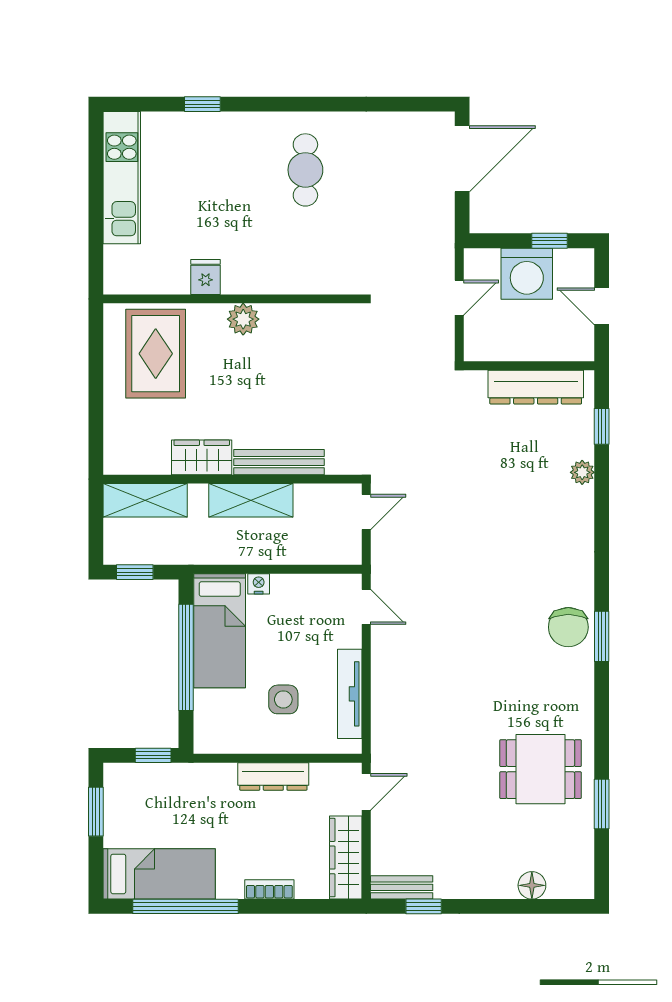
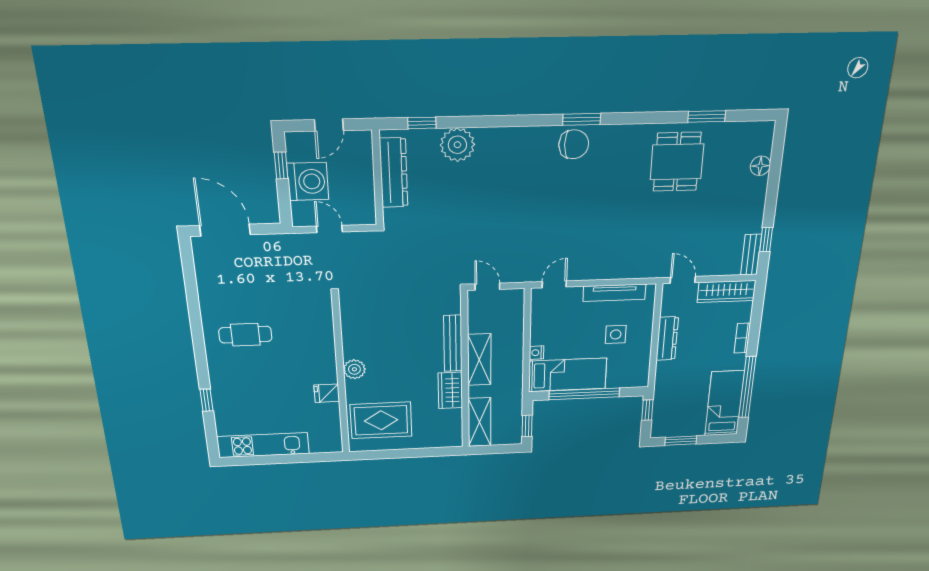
plant: (582, 472) -> (457, 145), width x1.87, depth x1.87

